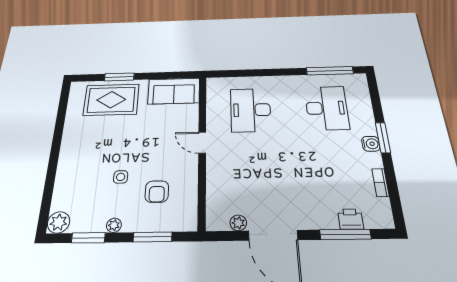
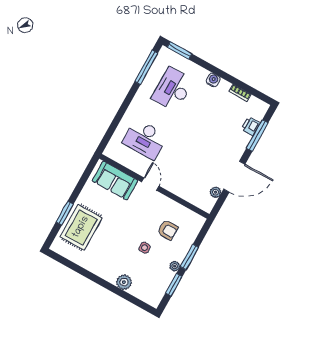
sofa: (174, 91) -> (115, 181), moved, turned 90
desk: (327, 108) -> (173, 89), turned -90
window: (383, 138) -> (179, 50), moved
door: (202, 143) -> (150, 184), swing flipped
plant: (59, 222) -> (124, 282), moved
window: (153, 237) -> (189, 257), moved

